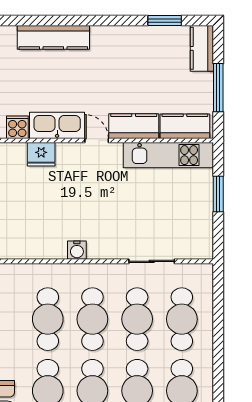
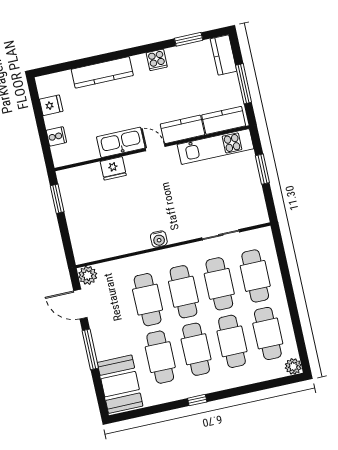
cooker: (17, 127) -> (157, 60), moved, turned 180

